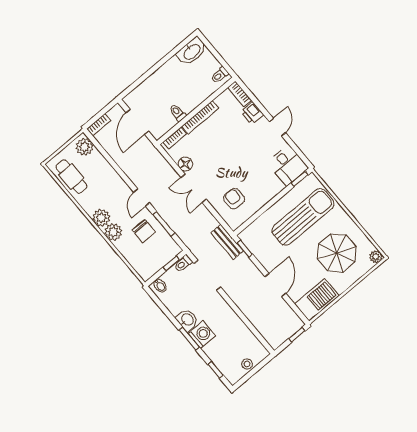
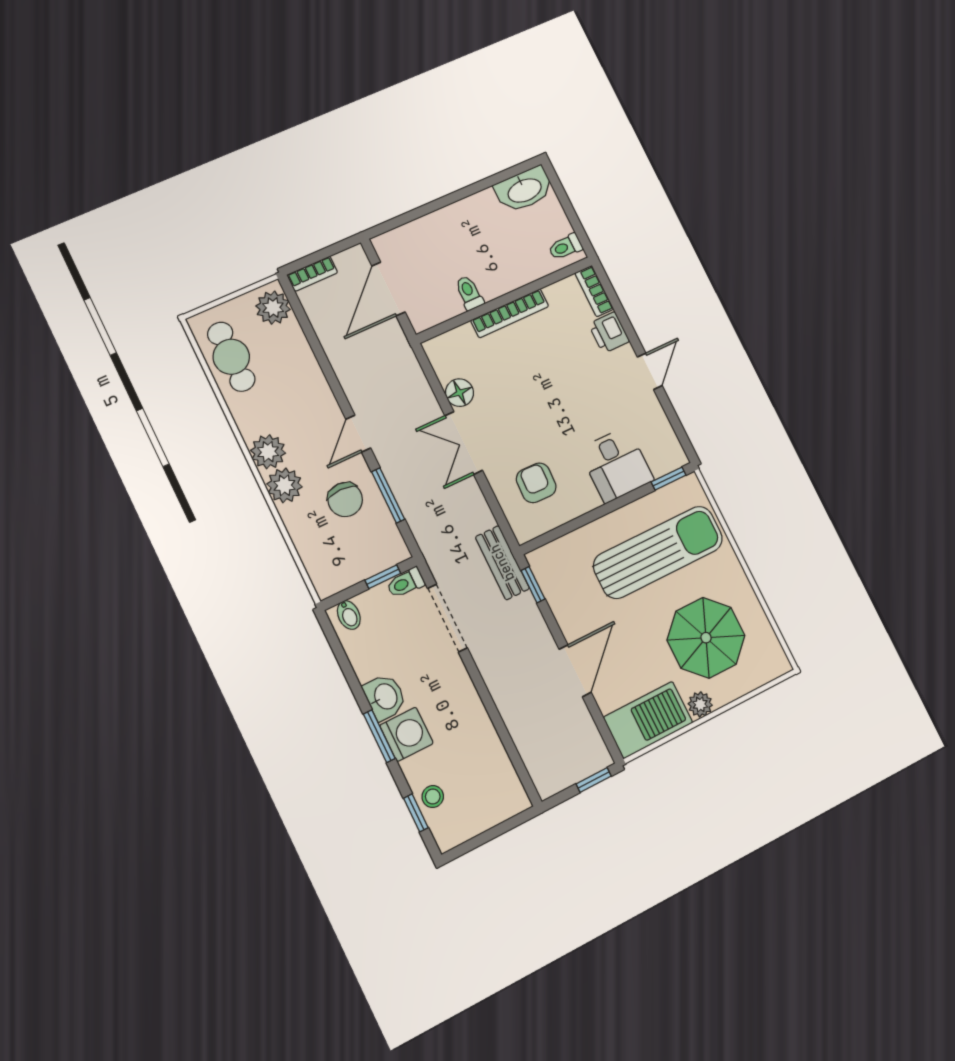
bookcase: (175, 138) -> (452, 338), removed
desk: (288, 165) -> (616, 465), moved
plant: (376, 257) -> (700, 704), moved
stool: (247, 364) -> (433, 797), moved

